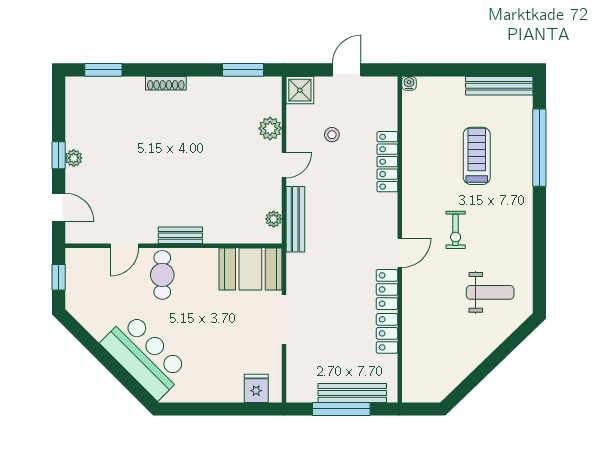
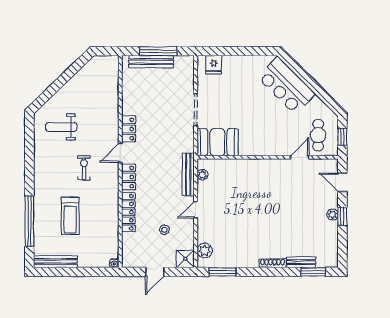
plant: (270, 128) -> (205, 251), moved
bench: (180, 235) -> (301, 262), moved
cafe table: (162, 275) -> (318, 135), moved
locker: (387, 333) -> (129, 177), moved

